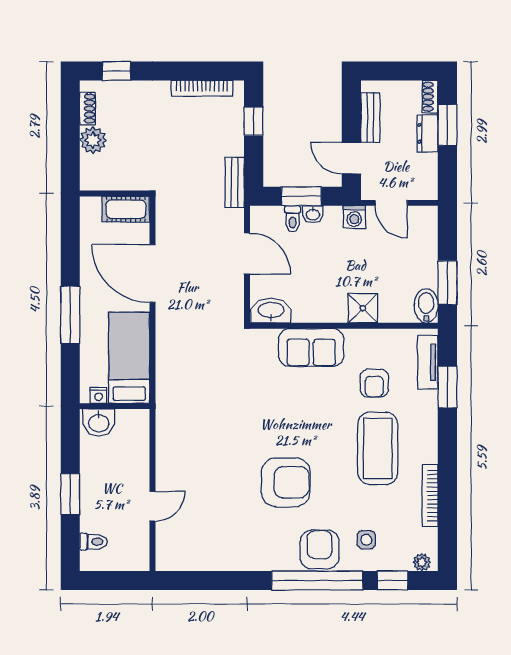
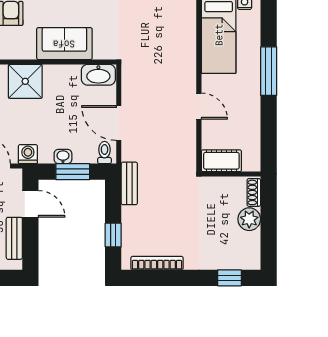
shoe rack: (88, 109) -> (254, 192), moved
toilet: (293, 219) -> (105, 153), moved
door: (152, 274) -> (199, 106), width x0.53
shower: (363, 308) -> (25, 81), width x1.36, depth x1.36

